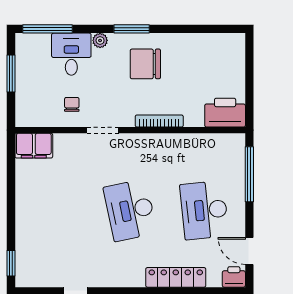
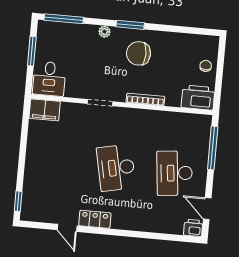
desk: (71, 54) -> (49, 79), moved, turned 180
chair: (72, 104) -> (206, 66), moved
locker: (176, 277) -> (95, 219), moved, width x0.66

